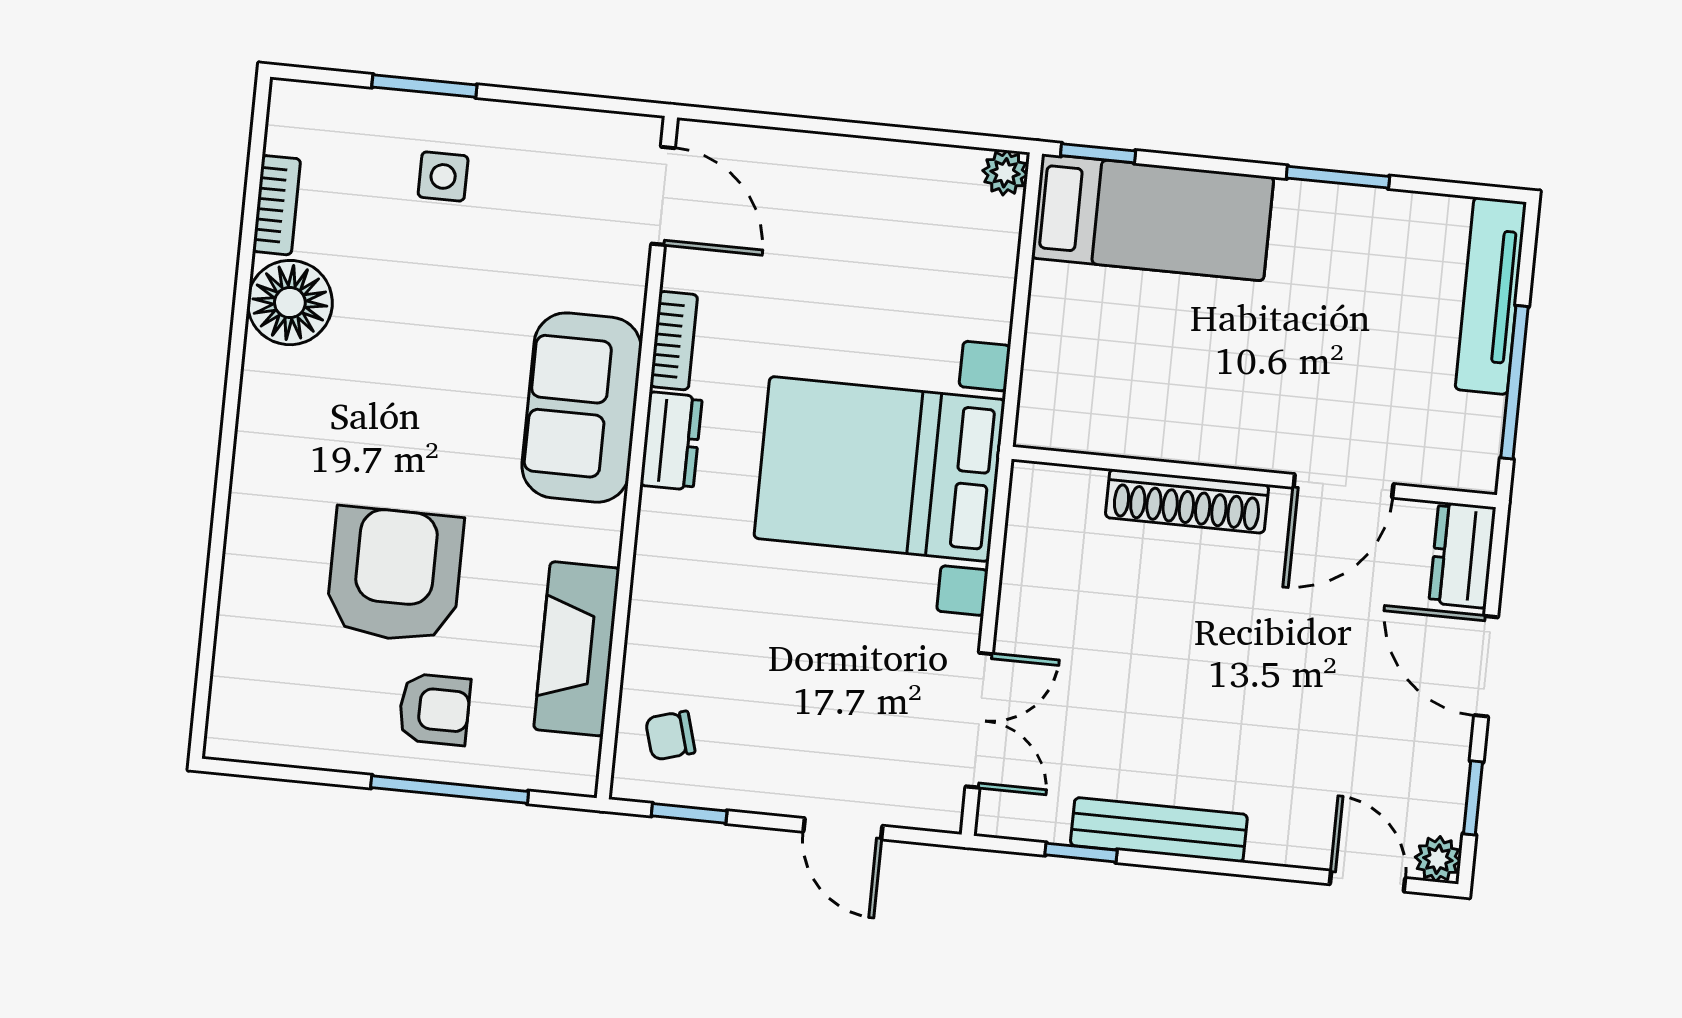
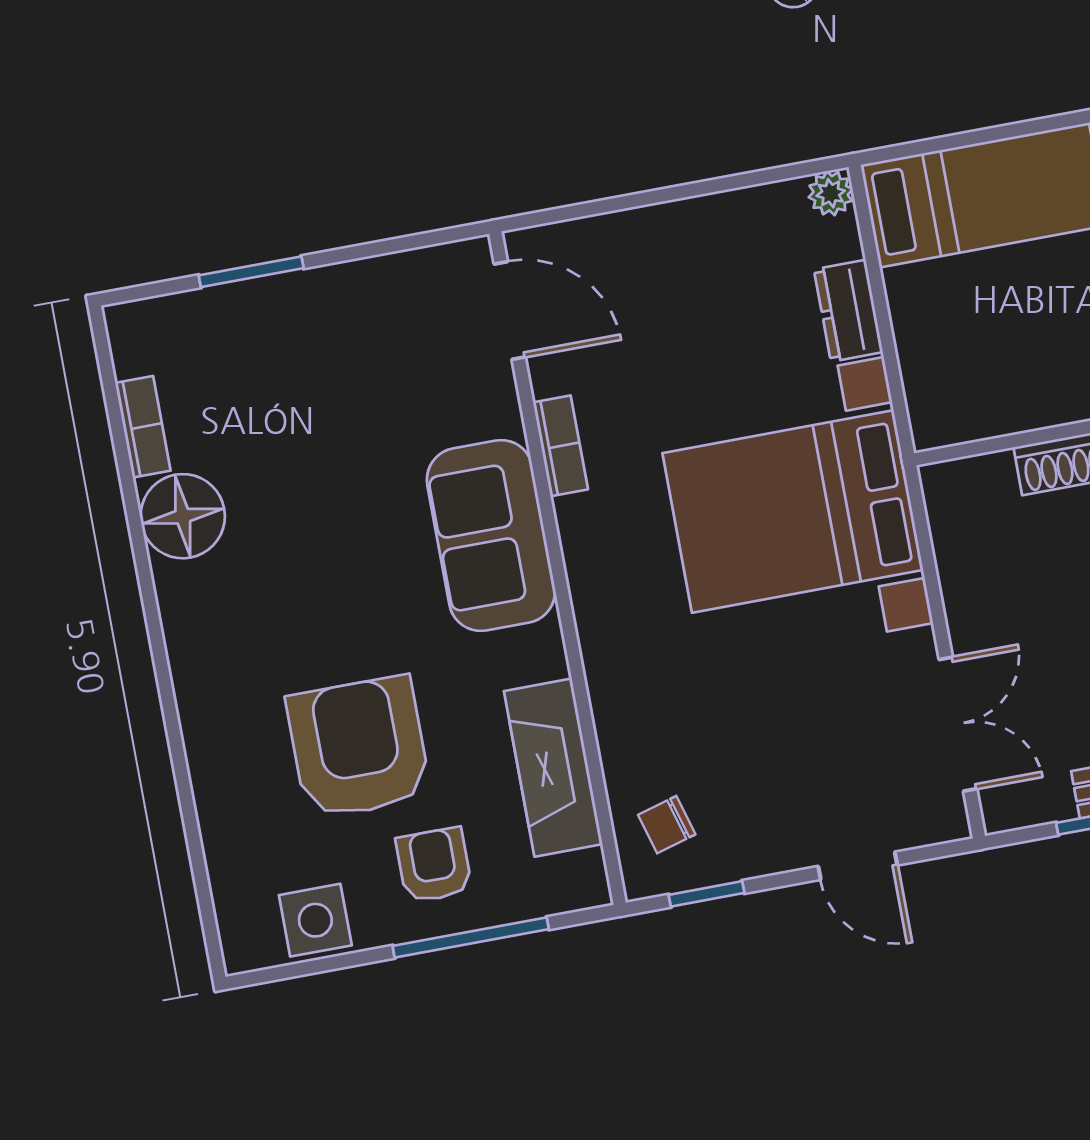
window: (1098, 153) -> (914, 149), removed
side table: (443, 176) -> (315, 920), moved, width x1.37, depth x1.37
dresser: (671, 441) -> (848, 311), moved, turned 180
armchair: (434, 709) -> (434, 865), turned -90

